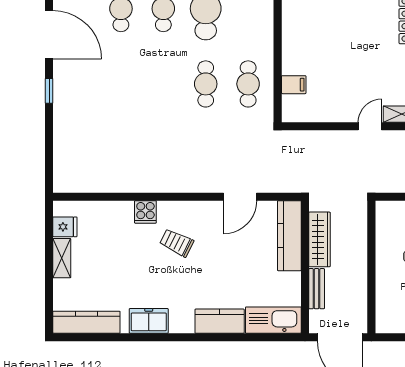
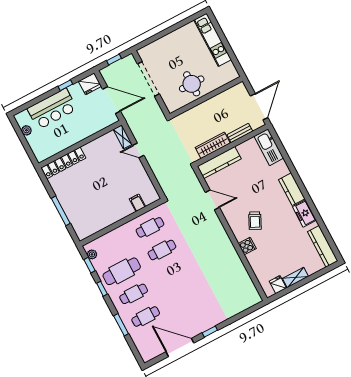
door: (49, 35) -> (180, 347), hinge flipped
wall: (371, 267) -> (206, 97), moved
kitchen counter: (220, 321) -> (292, 189), moved

